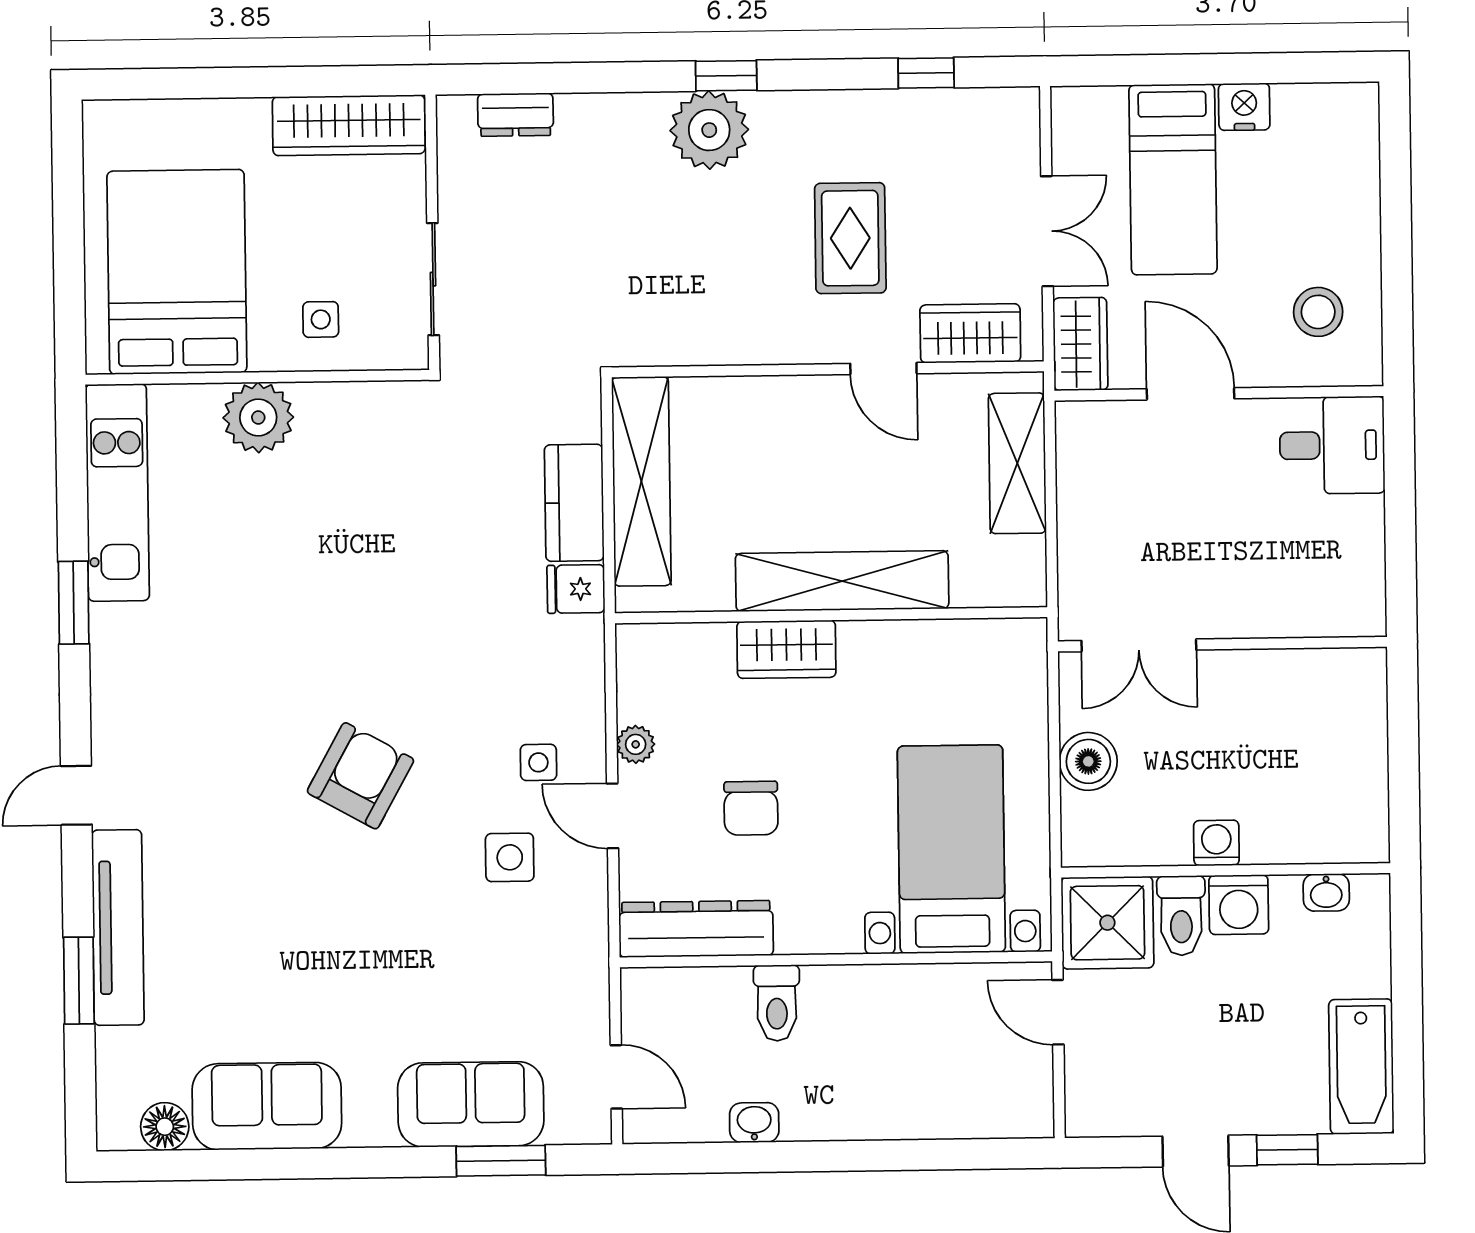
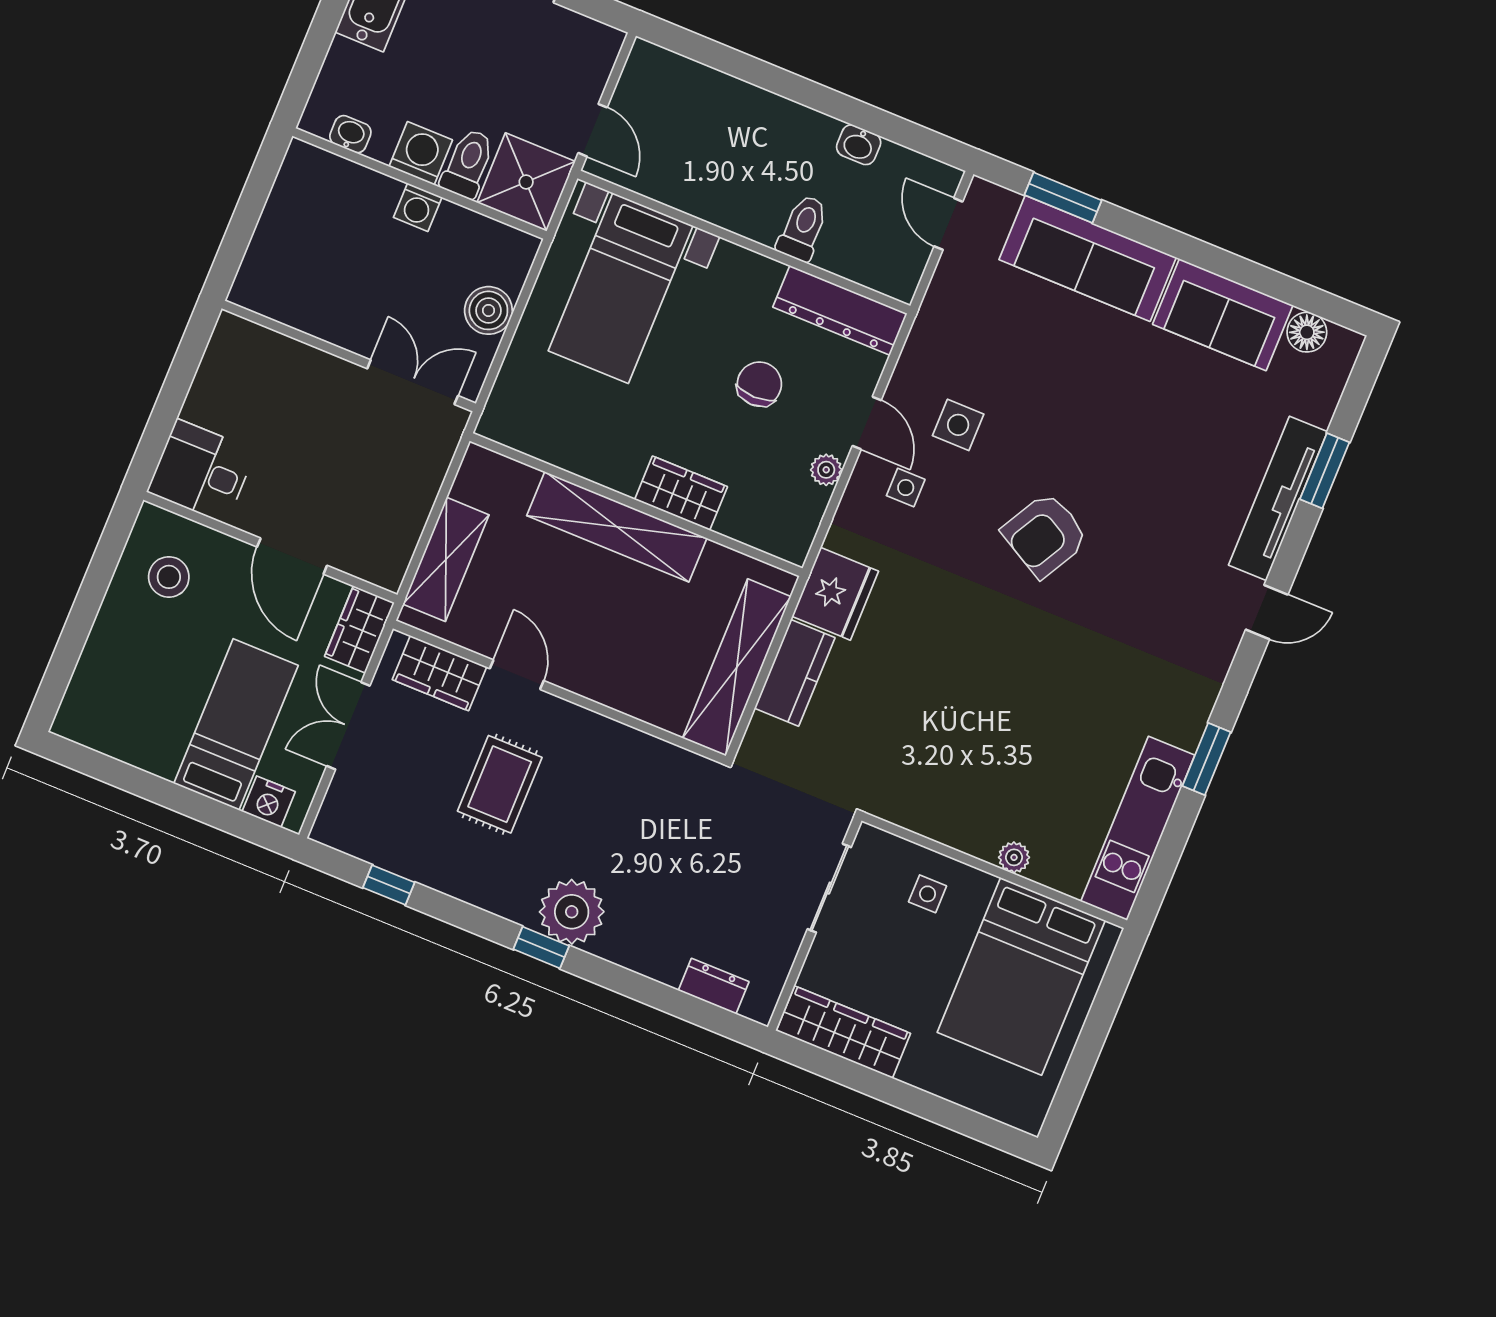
nightstand: (1244, 107) -> (269, 802), moved
plant: (258, 418) -> (1014, 857), width x0.53, depth x0.53
fridge: (576, 589) -> (835, 594), width x1.88, depth x1.34
sofa: (471, 1104) -> (1088, 258), width x1.36

